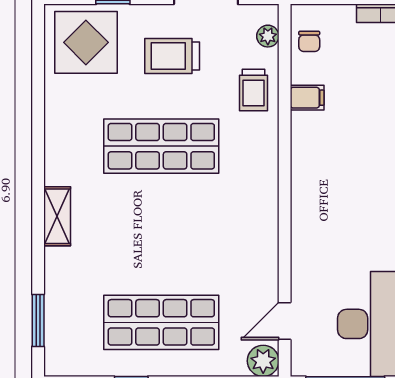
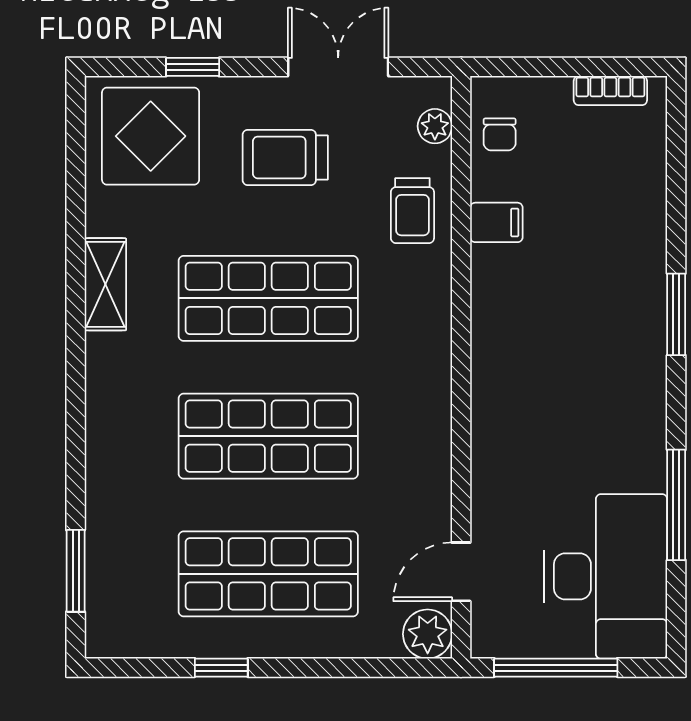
shelving: (57, 216) -> (105, 284), moved
shop shelf: (161, 234) -> (268, 436), added

